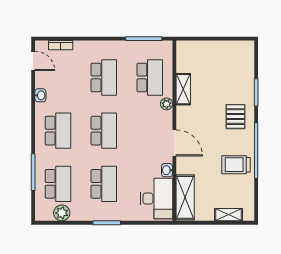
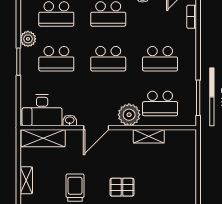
plant: (167, 104) -> (129, 115), width x1.87, depth x1.87
plant: (62, 213) -> (28, 39), moved

